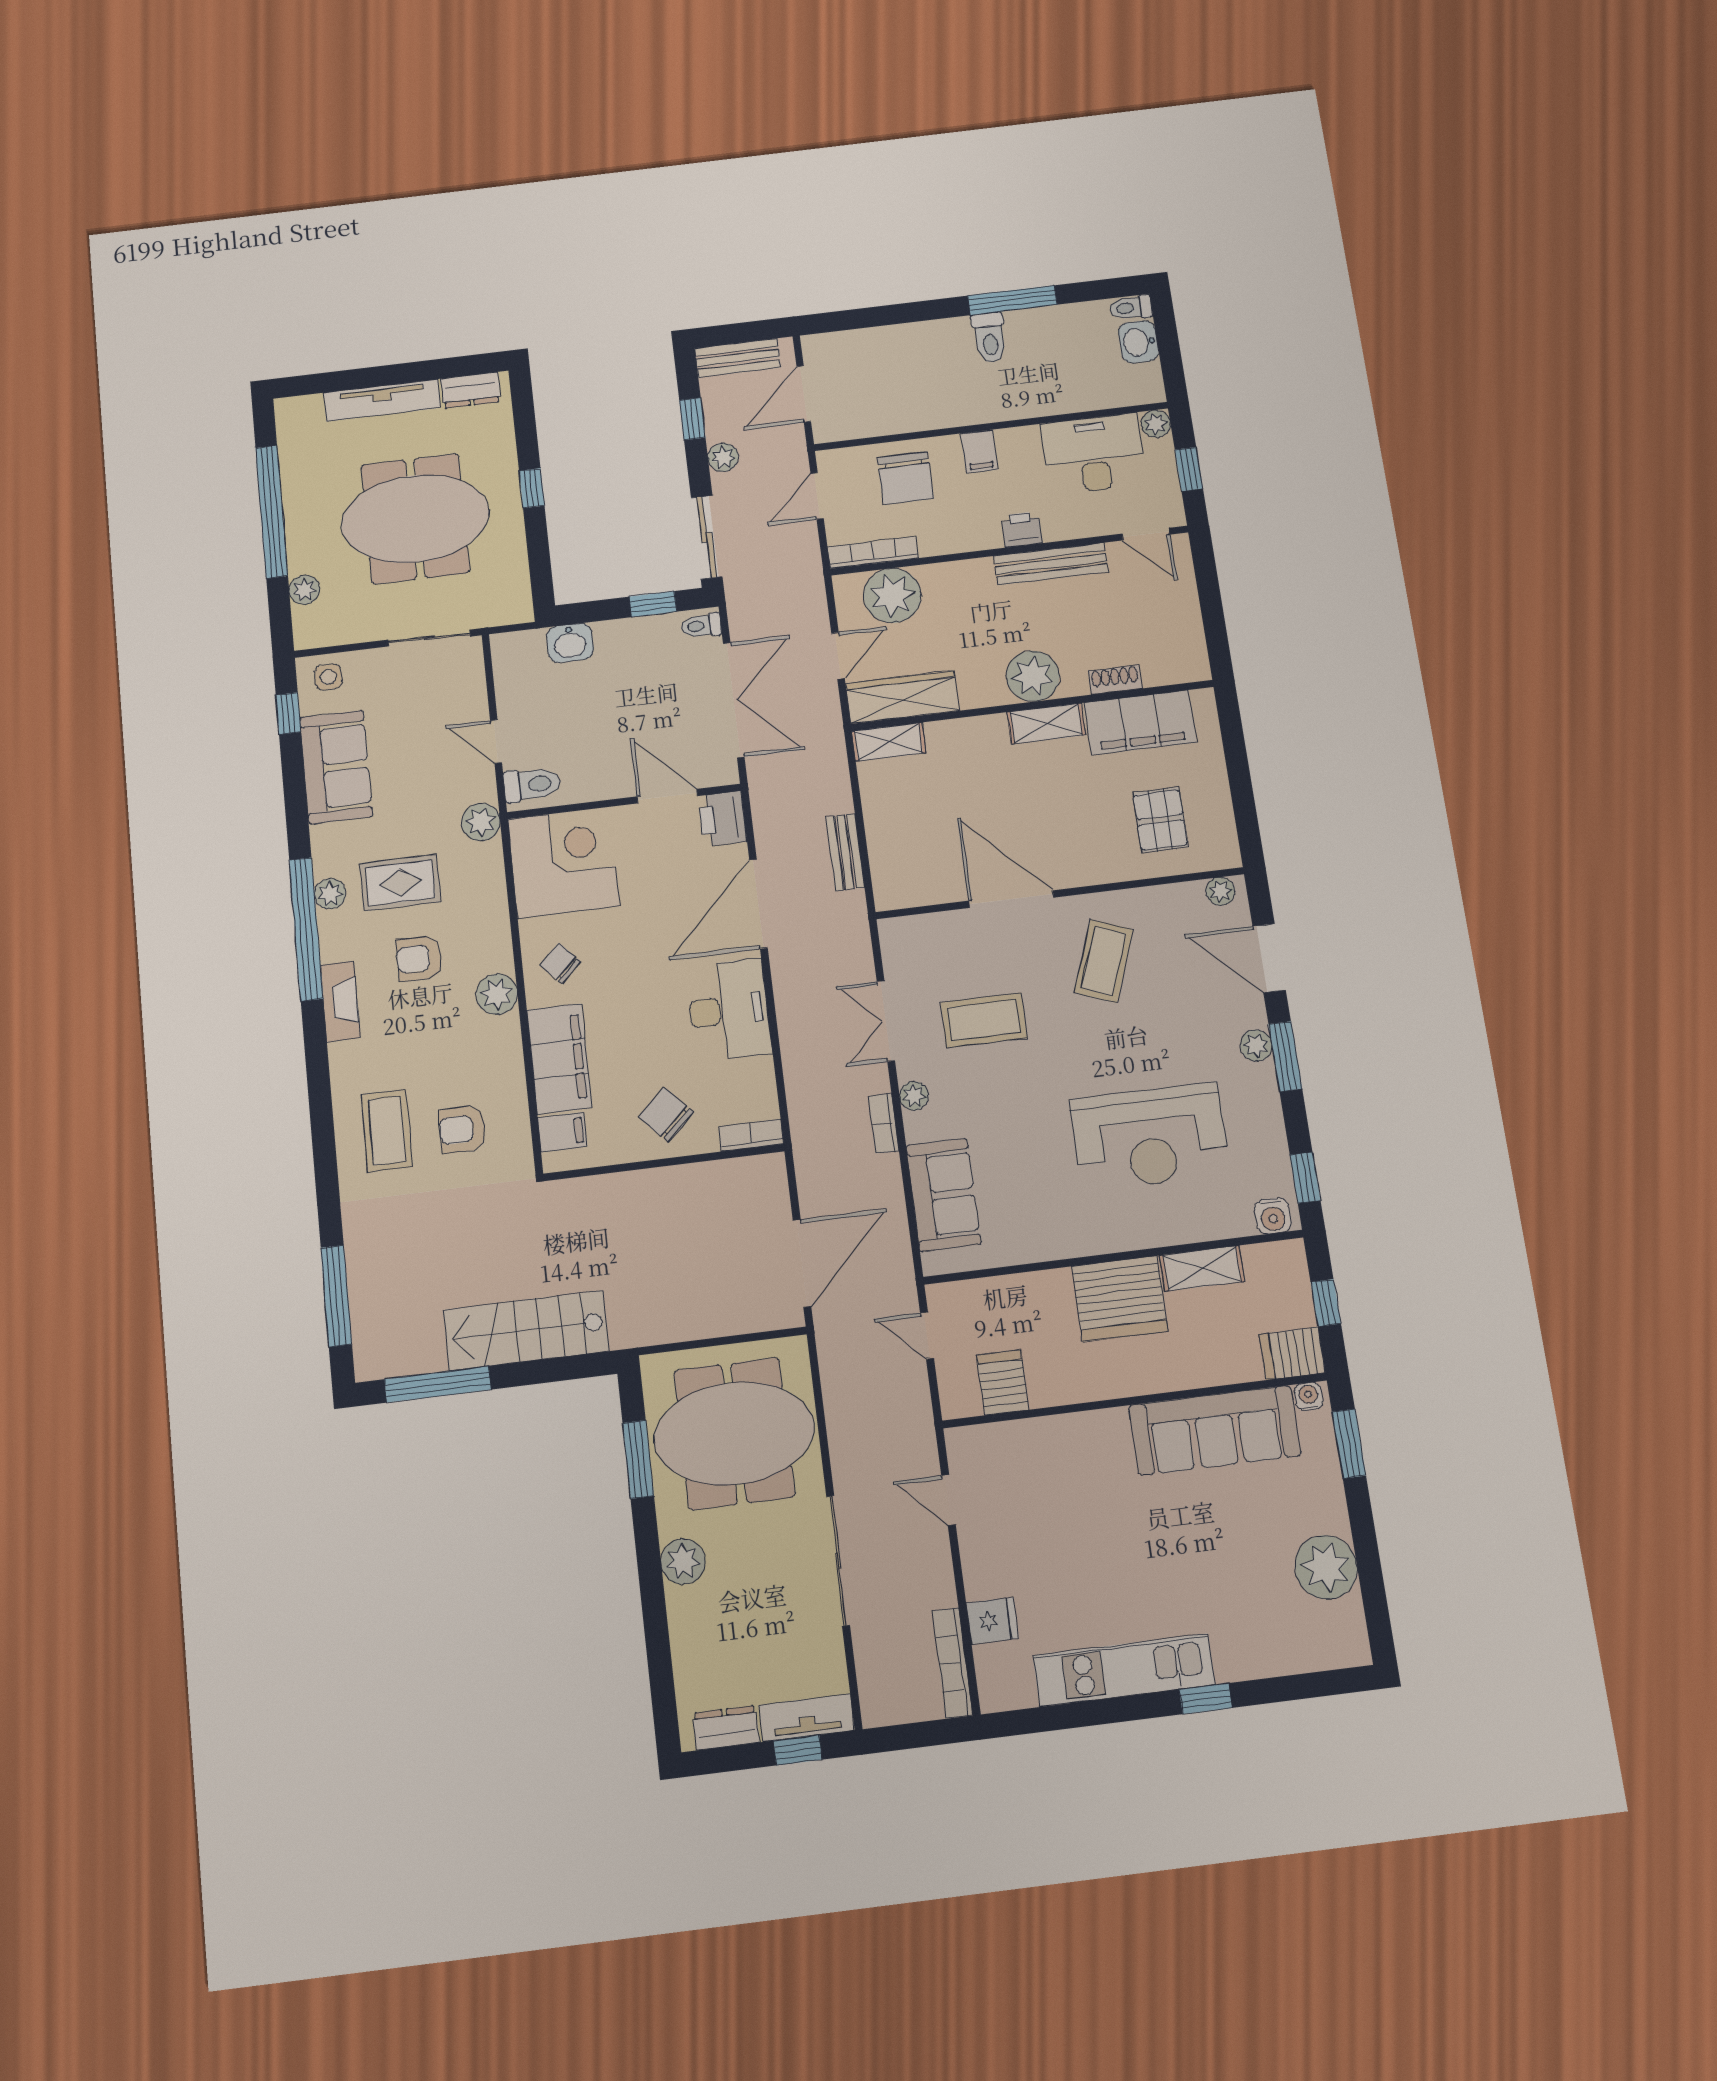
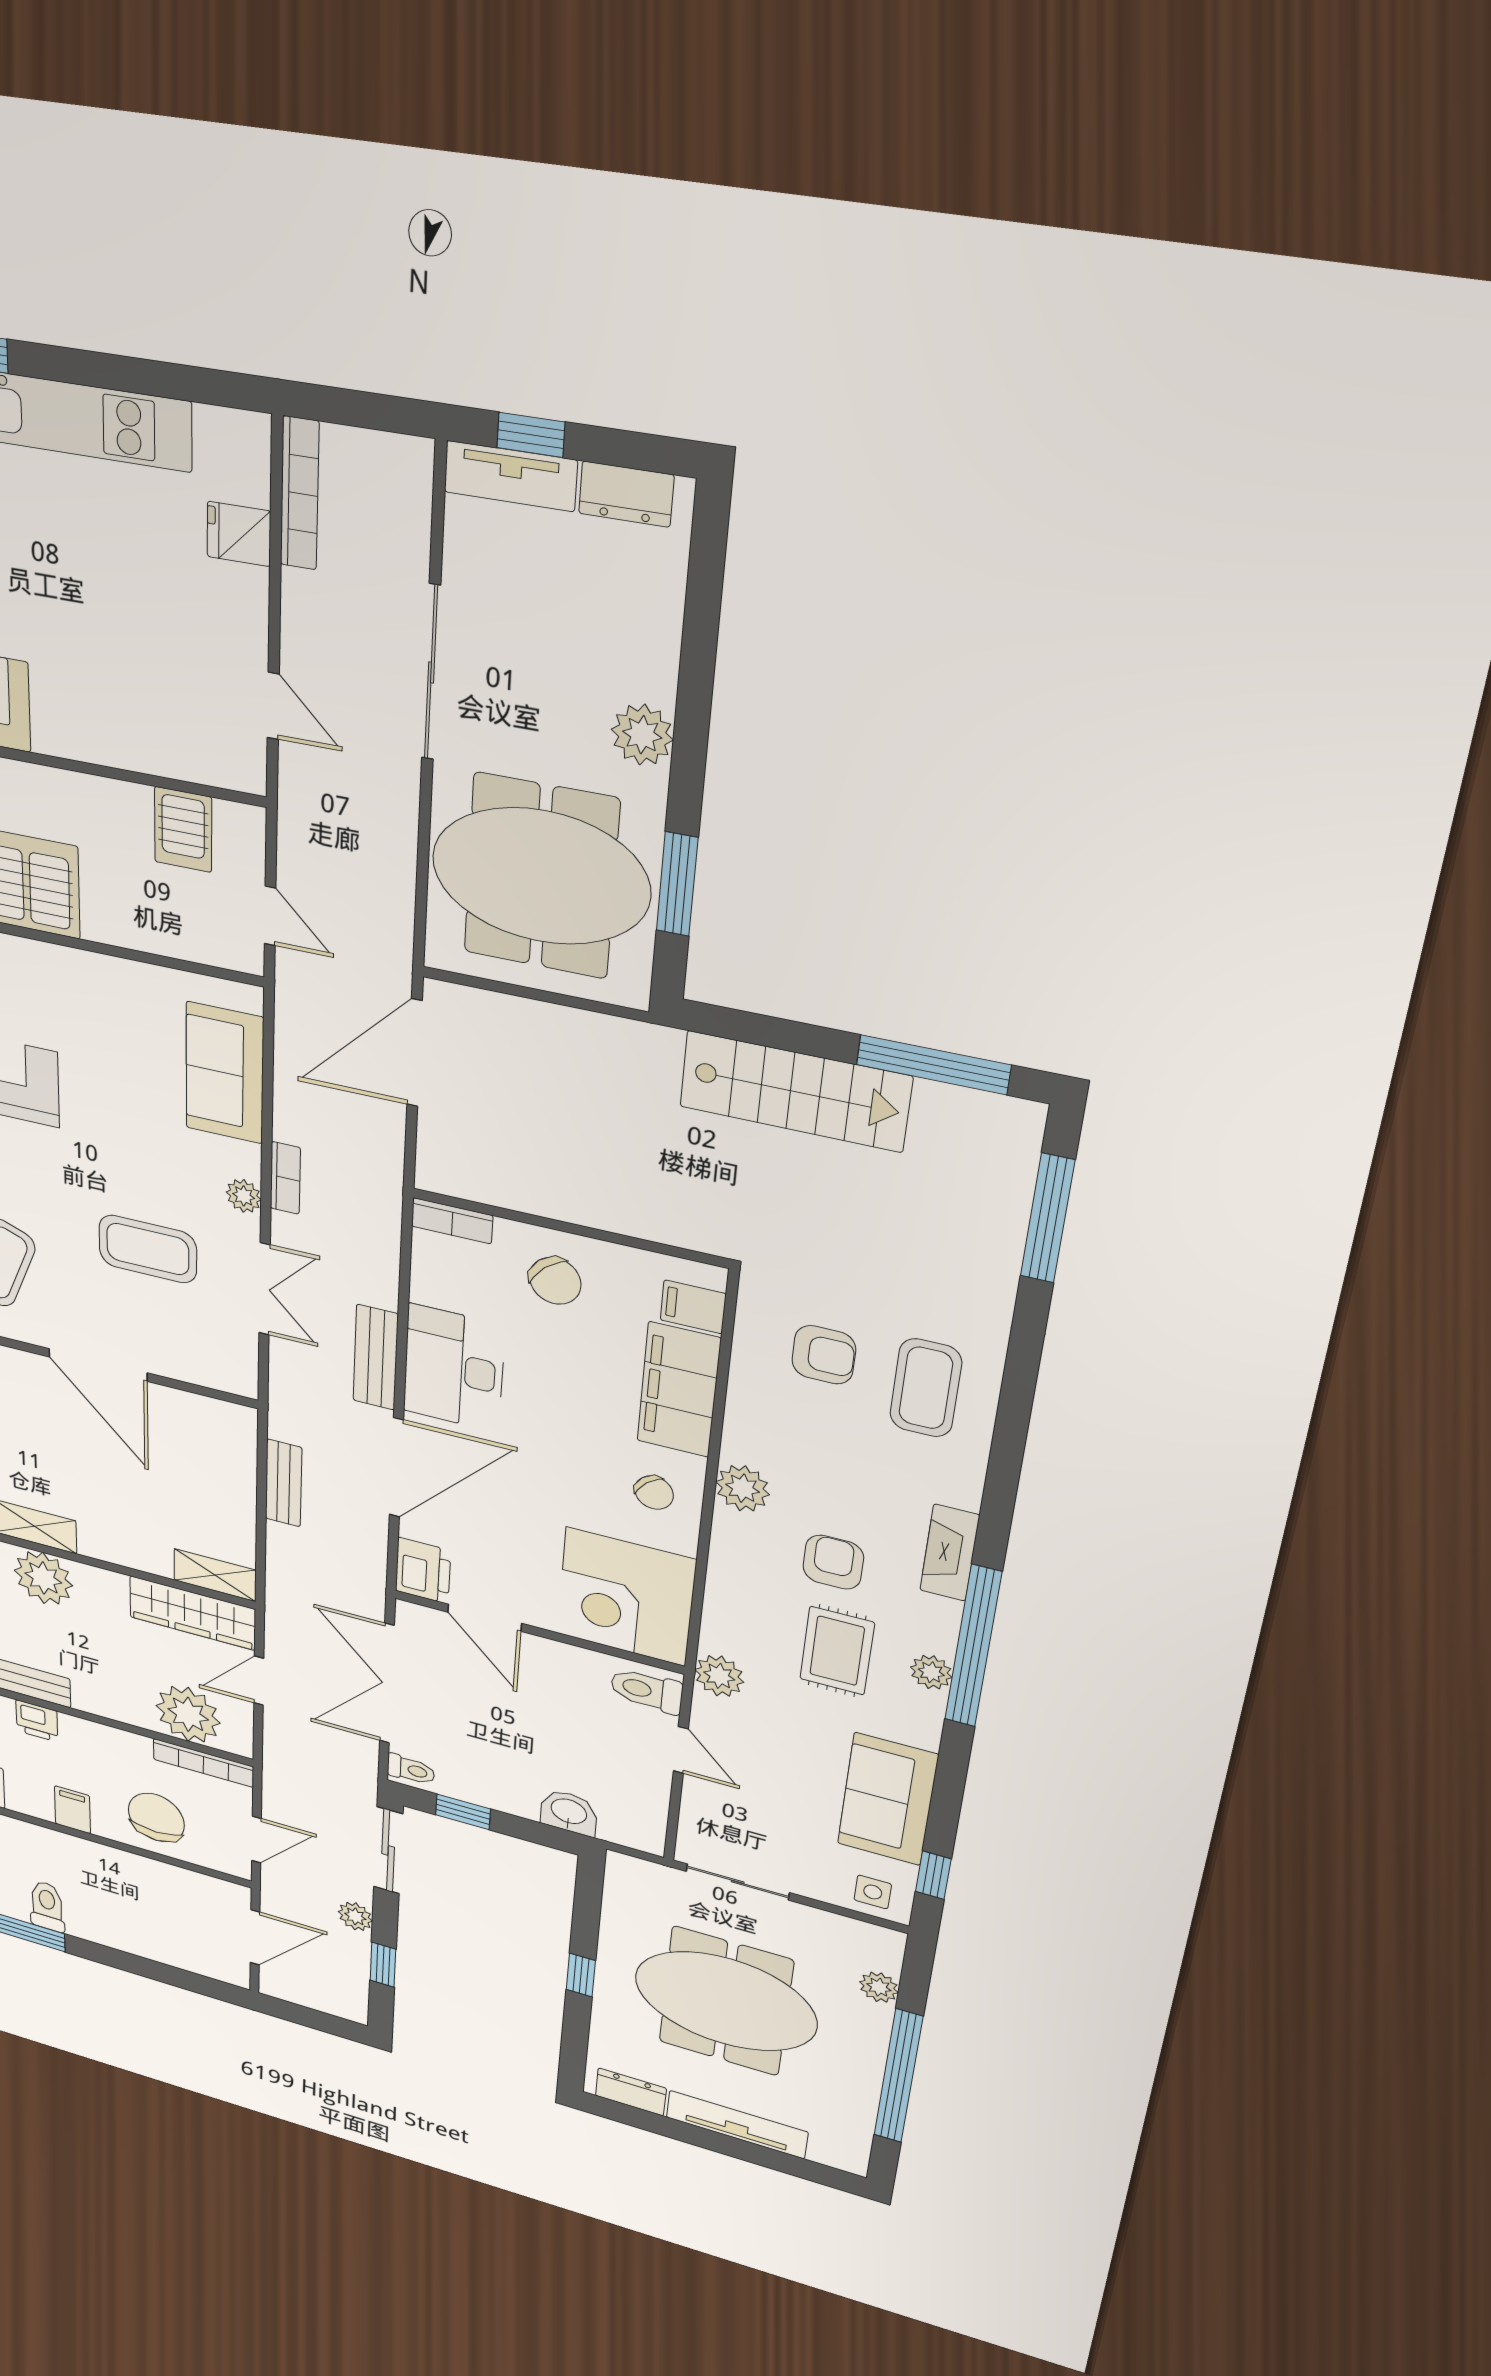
bench: (738, 358) -> (376, 1357), moved, turned 90
rug: (400, 883) -> (837, 1651), turned 90
armchair: (419, 958) -> (833, 1562), turned -90

